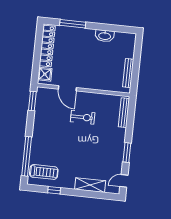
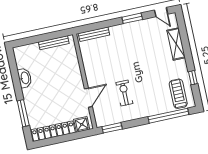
exercise bike: (83, 117) -> (124, 93), moved

